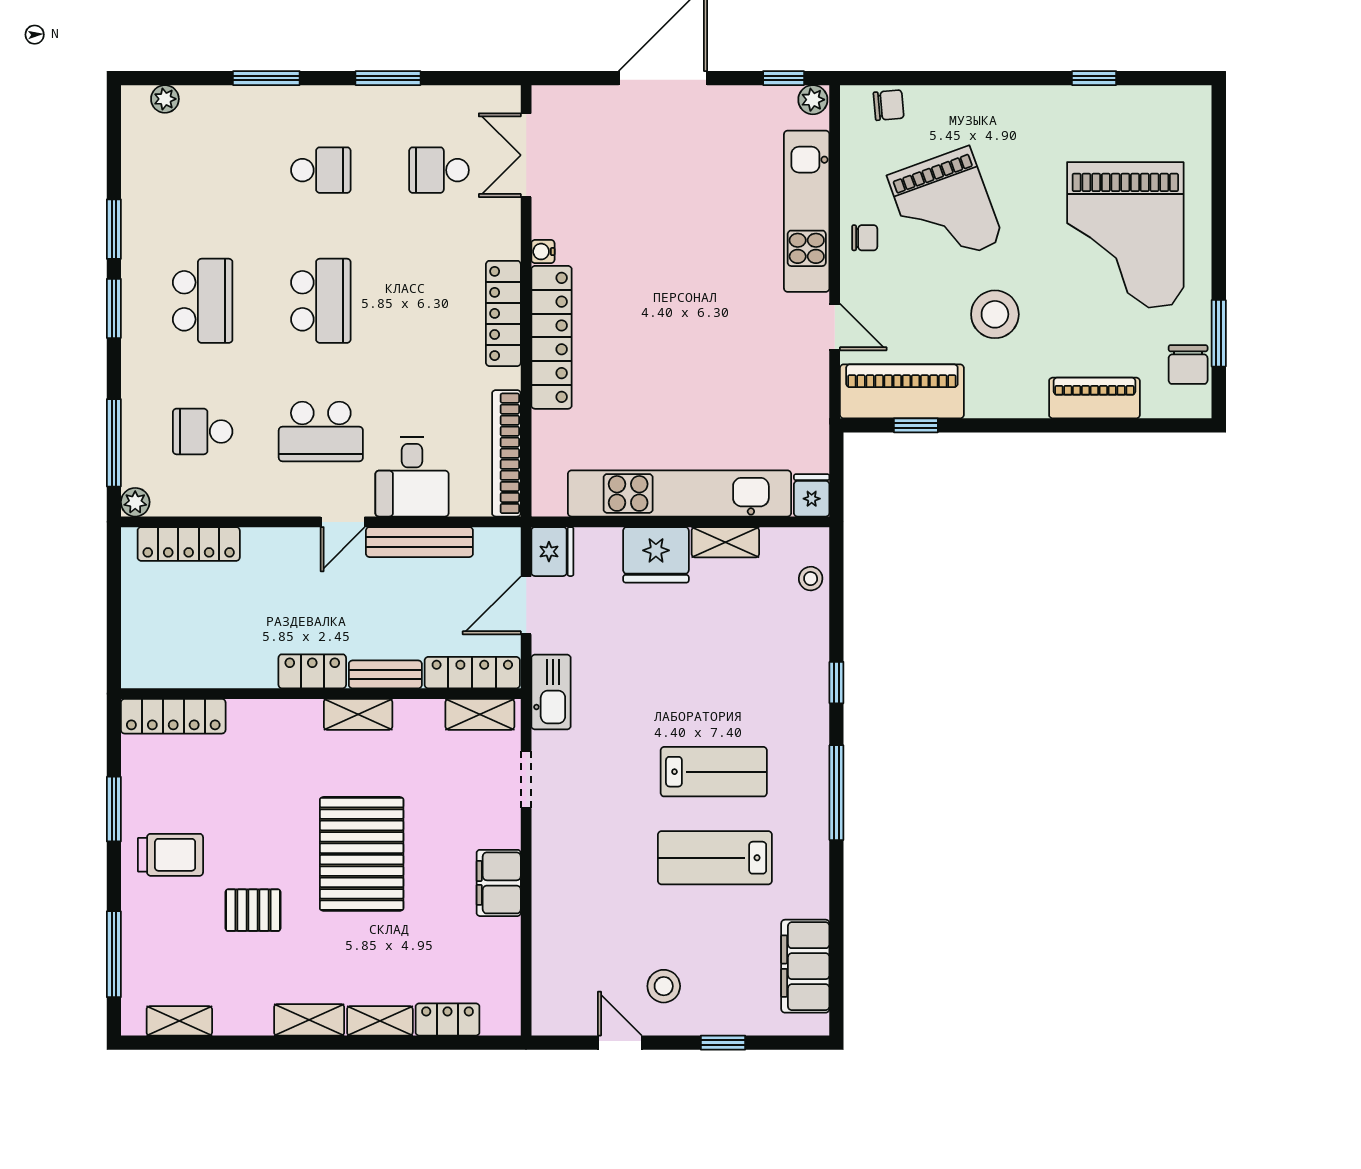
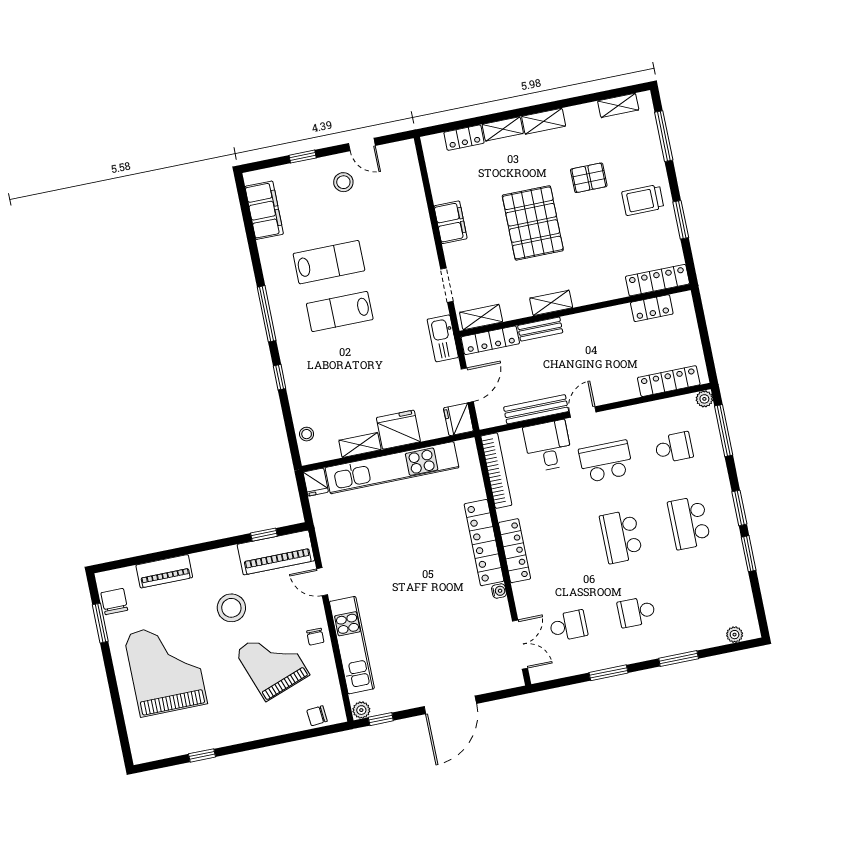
chair: (865, 238) -> (315, 637), turned -90
locker: (312, 671) -> (652, 308), moved

